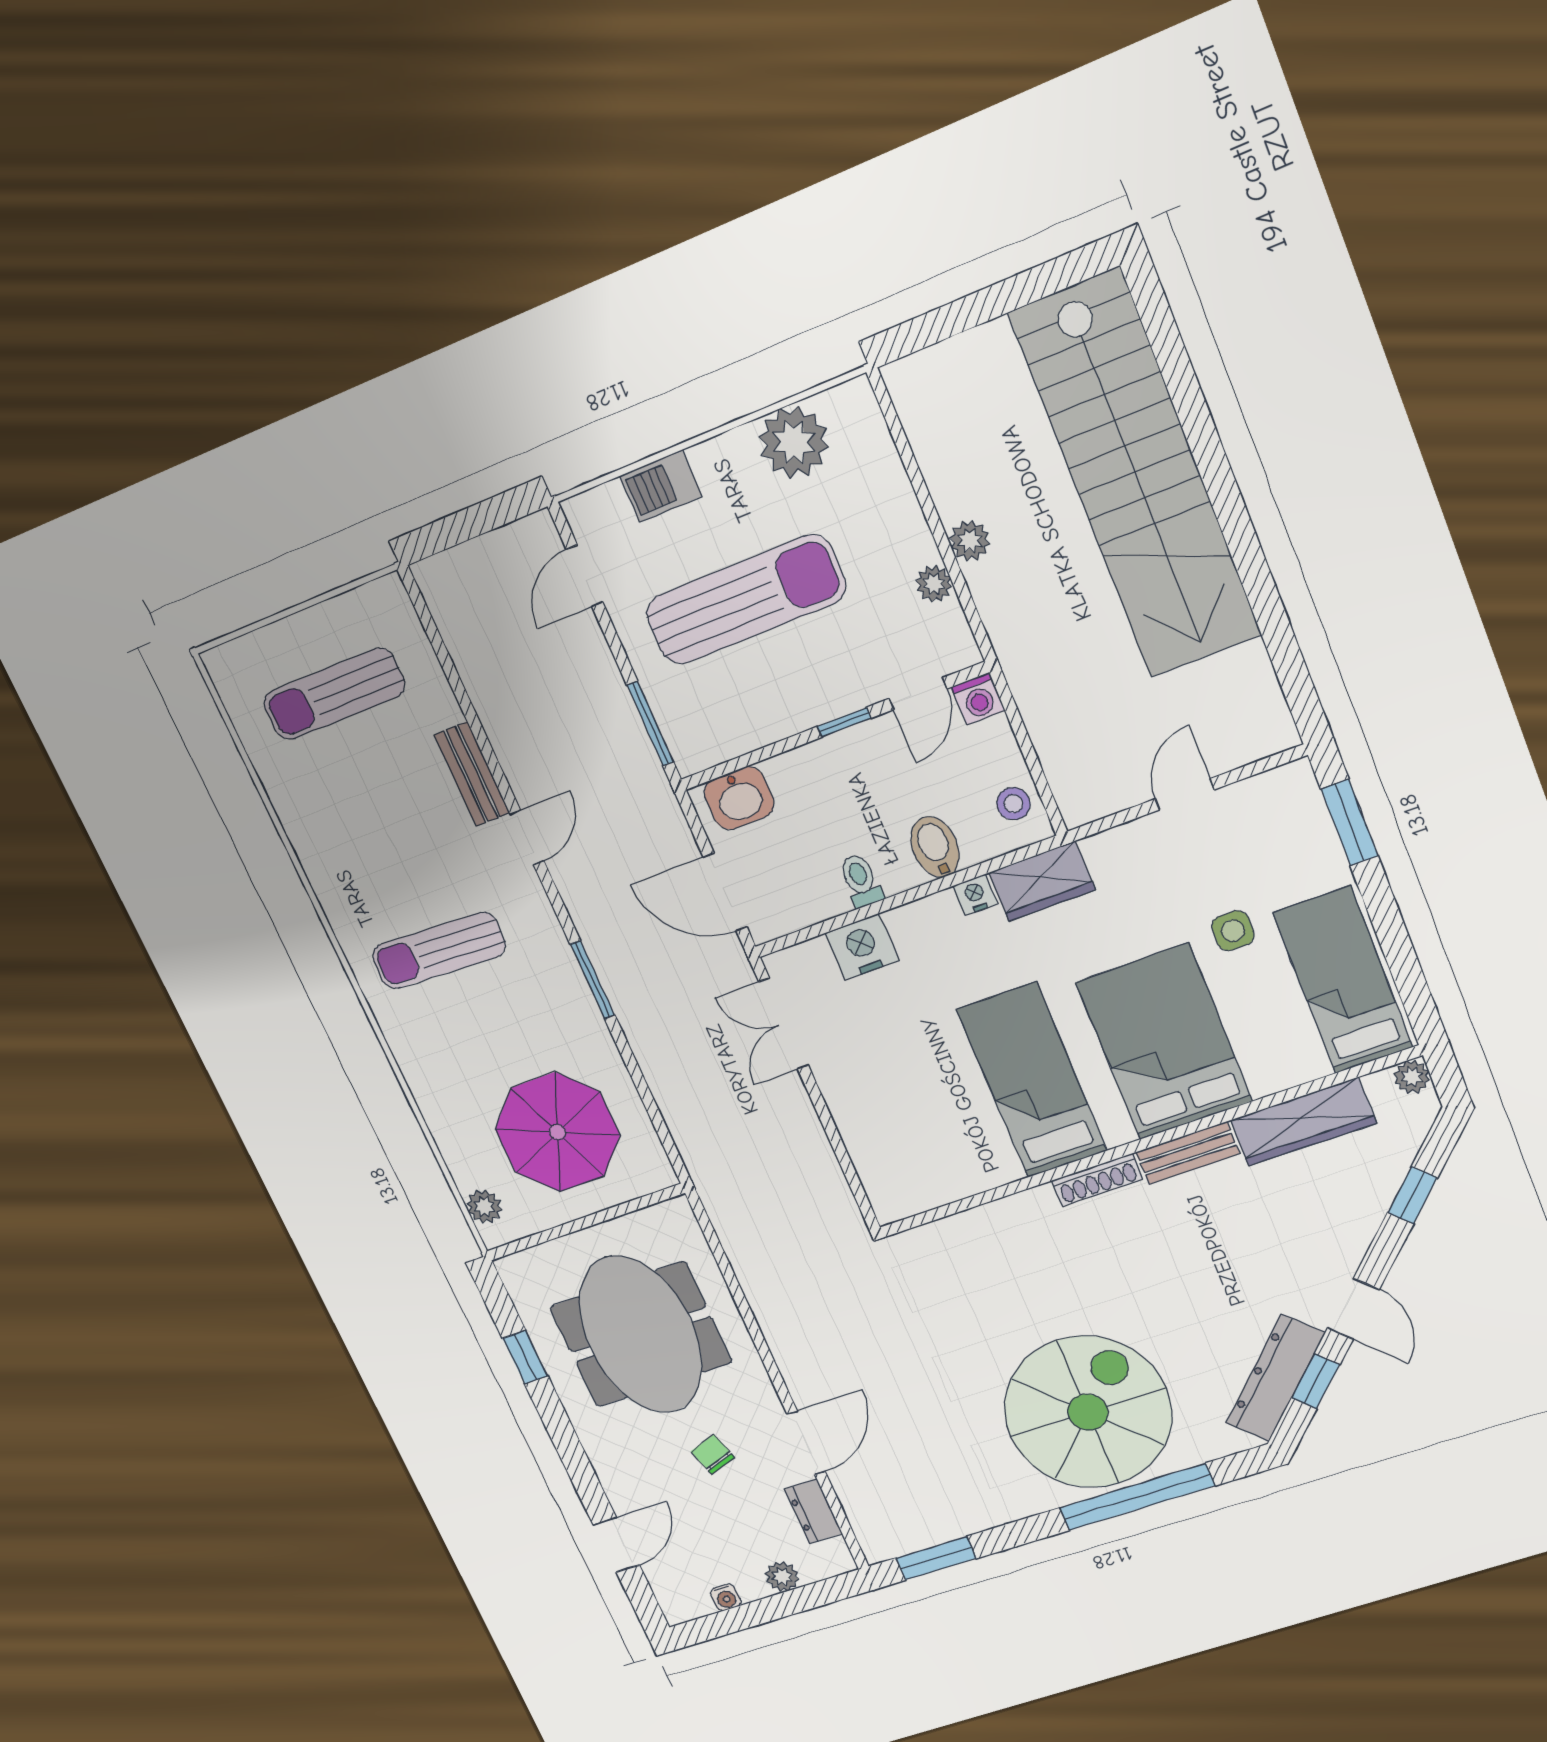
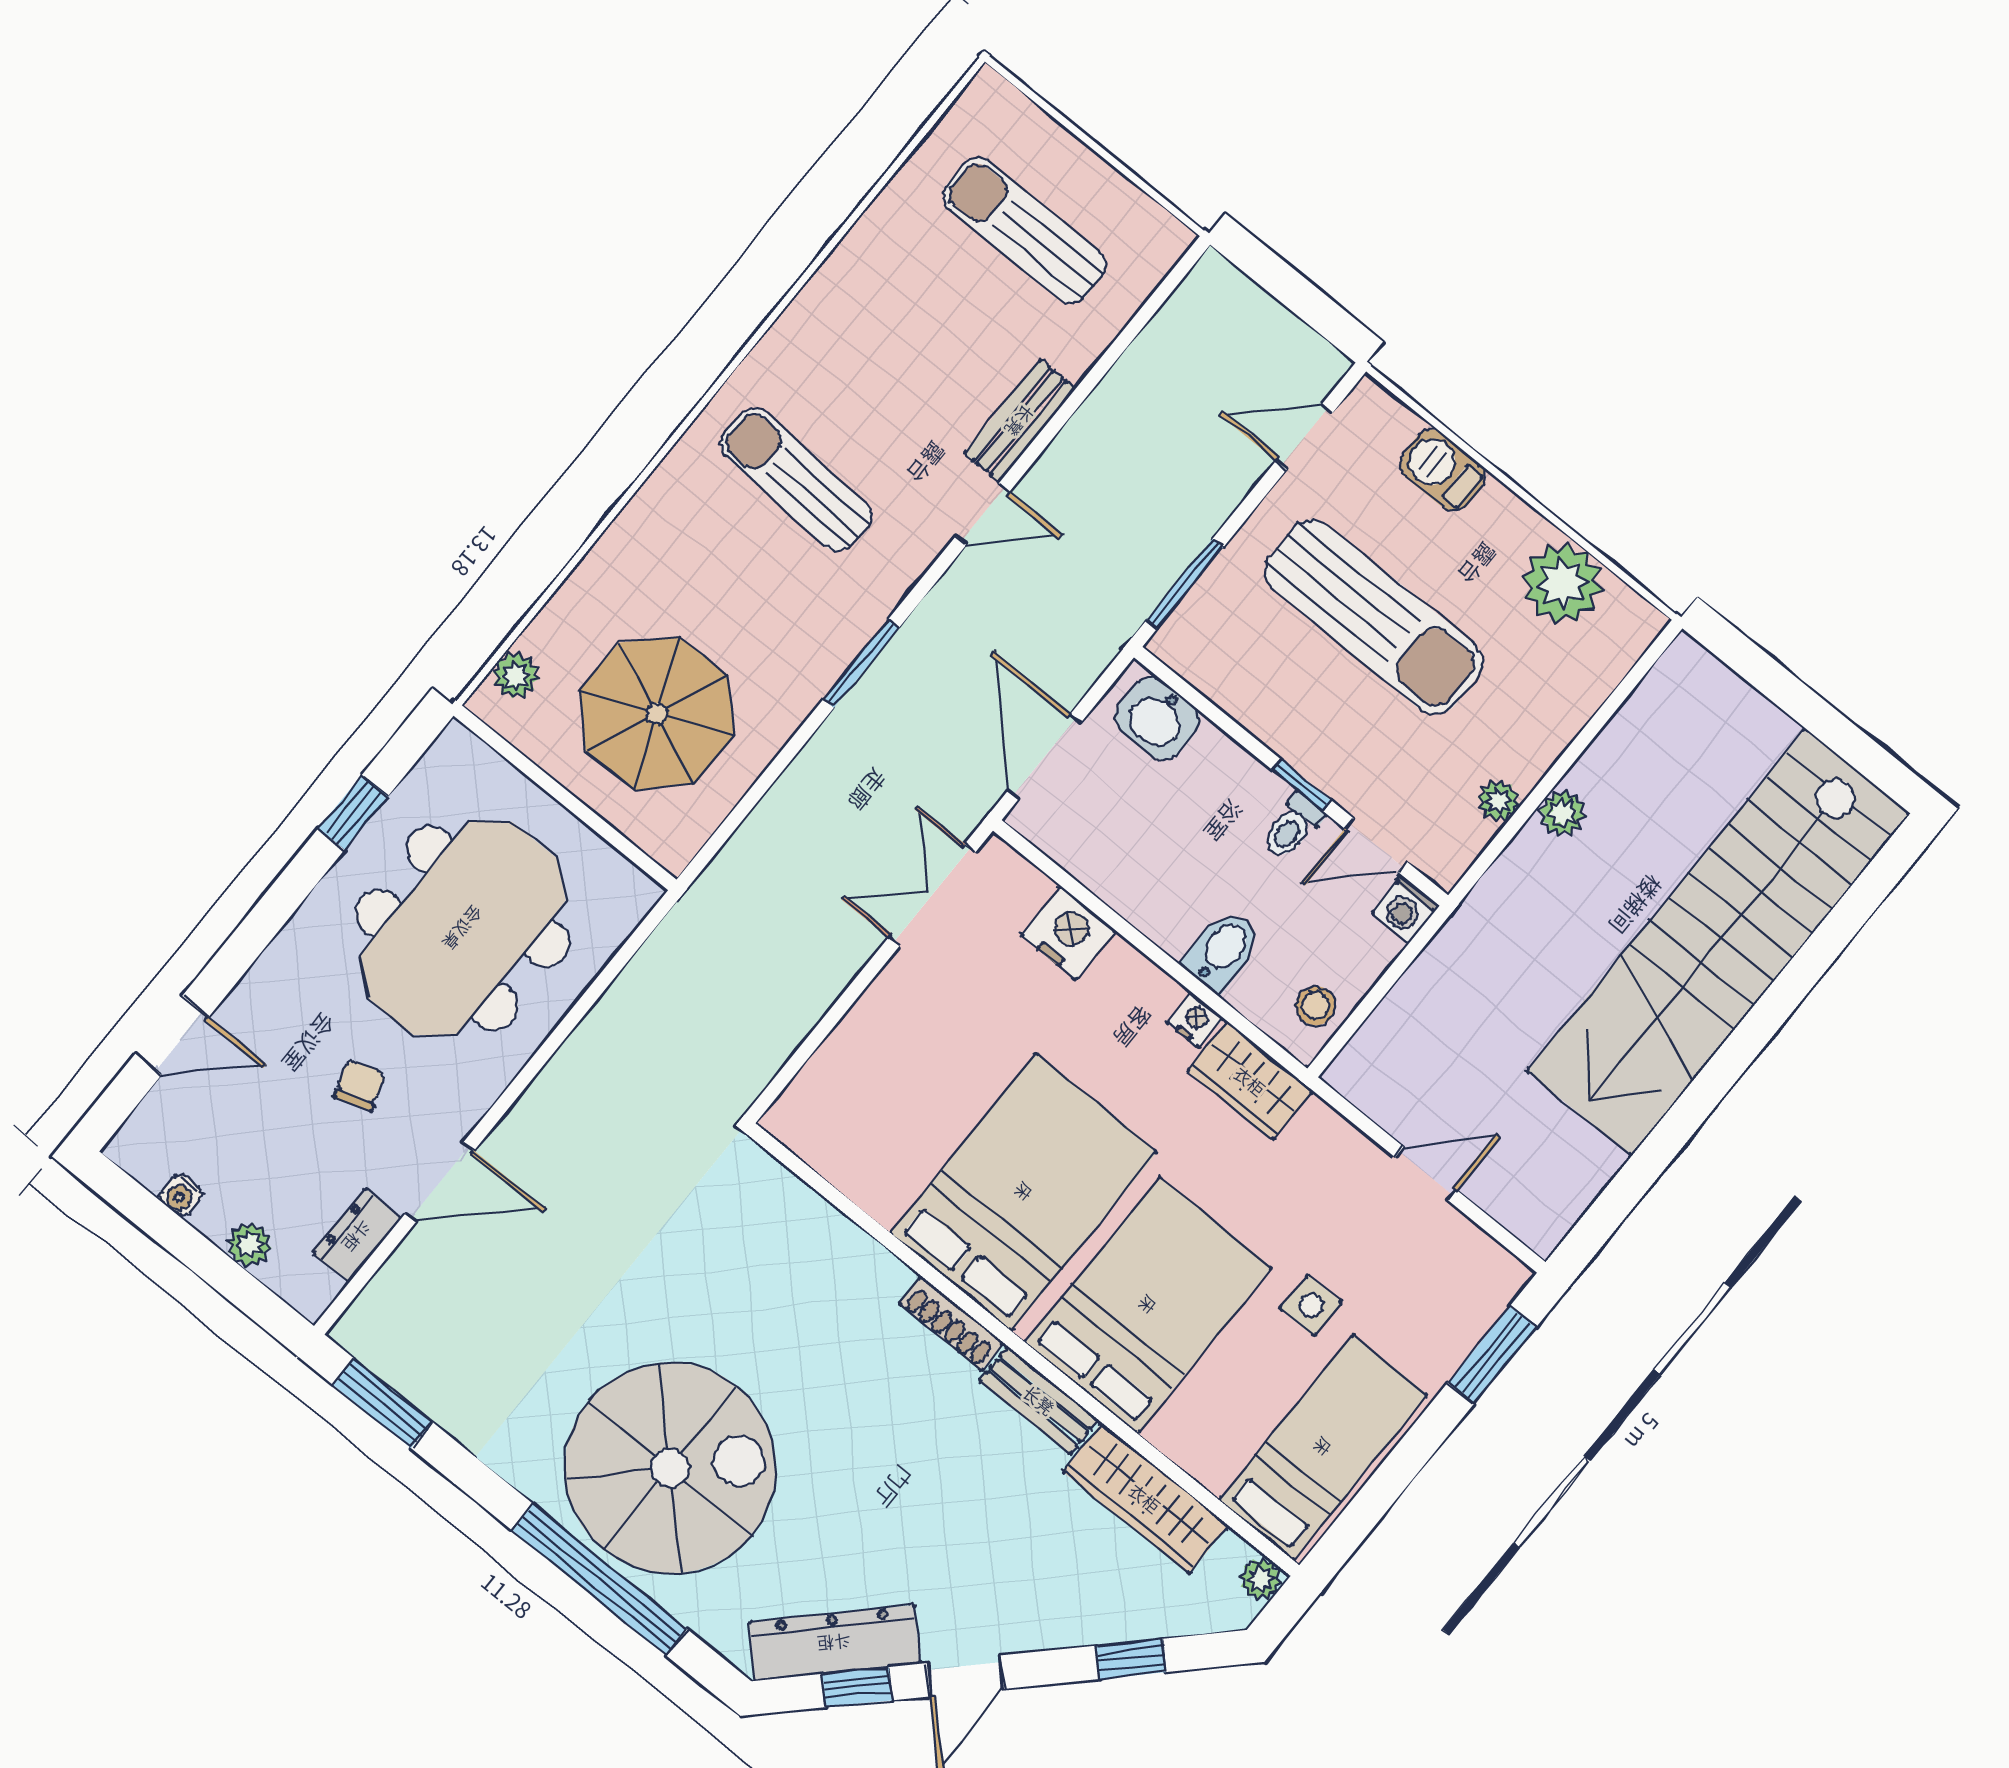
toilet: (861, 881) -> (1292, 827), moved, turned 180
bed: (1032, 1080) -> (1024, 1192), width x1.50

